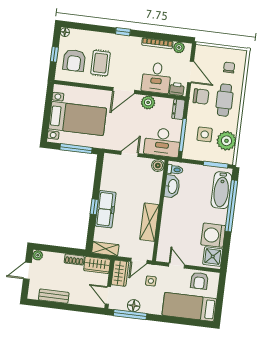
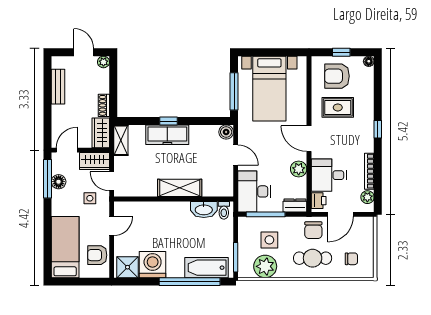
boiler: (158, 166) -> (226, 132), moved
shelving: (149, 222) -> (180, 188), moved

